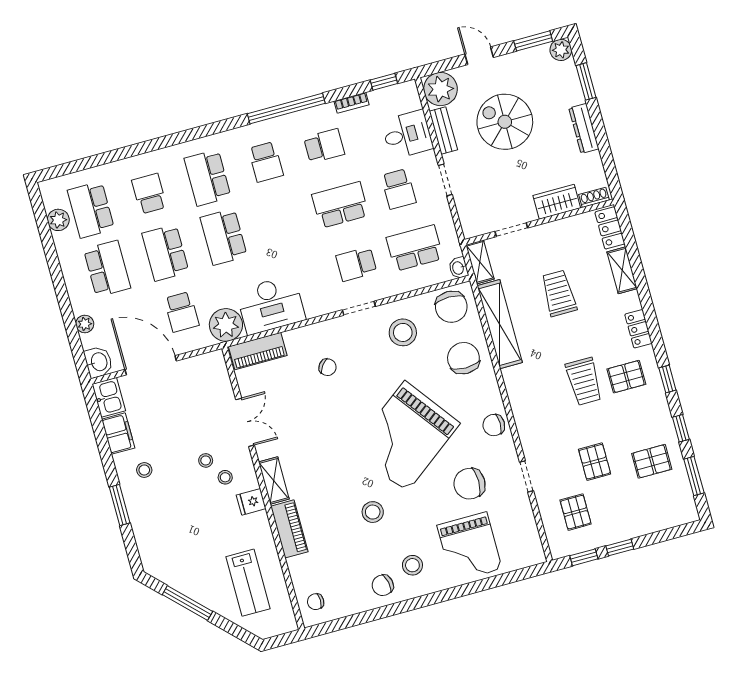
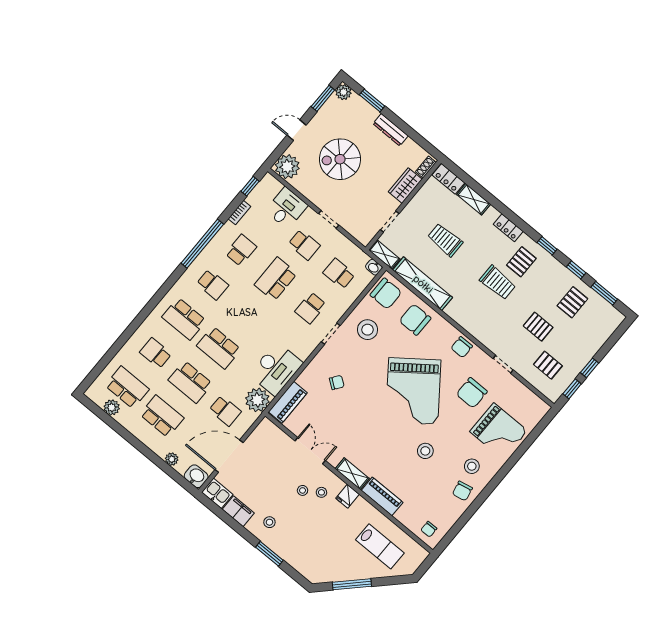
bench: (443, 131) -> (307, 191), removed
school desk: (91, 210) -> (127, 387), turned 180
school desk: (415, 248) -> (339, 274), width x0.54

